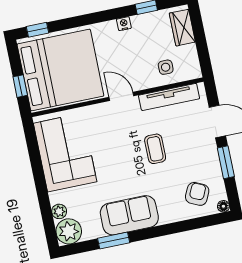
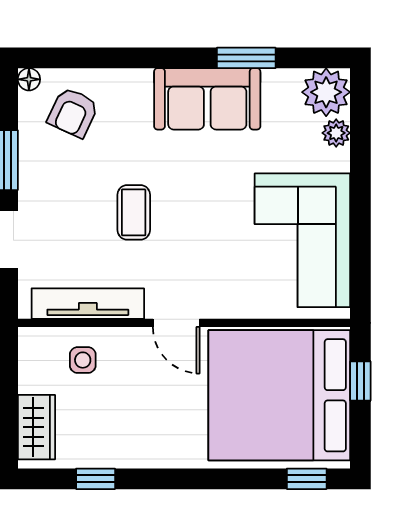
nightstand: (124, 24) -> (144, 457), removed

